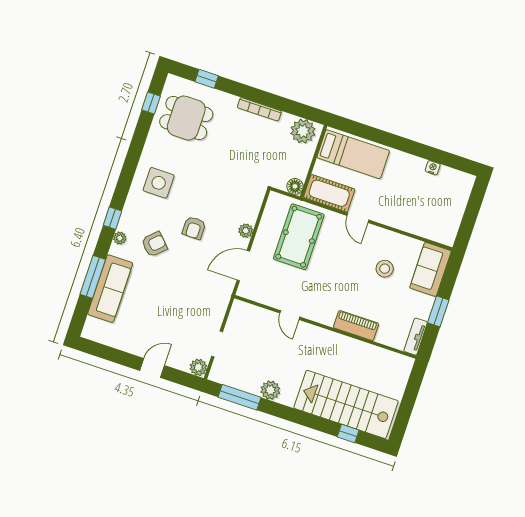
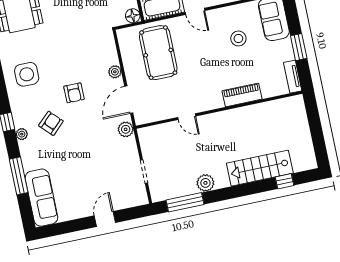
sofa: (110, 289) -> (41, 198), moved
plant: (198, 367) -> (126, 129), moved
stairs: (346, 404) -> (260, 168), width x0.73, depth x0.66

